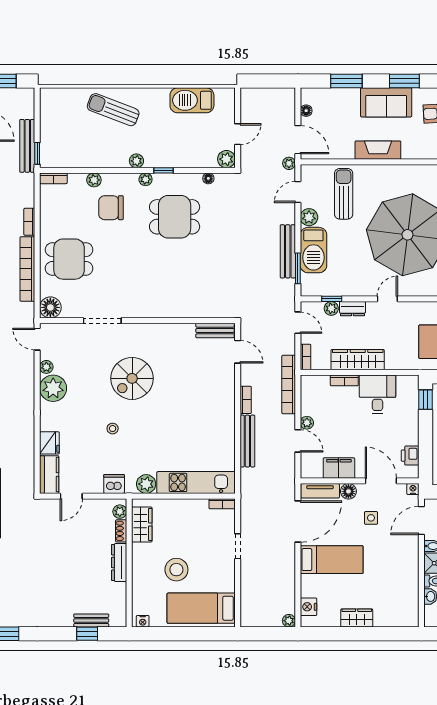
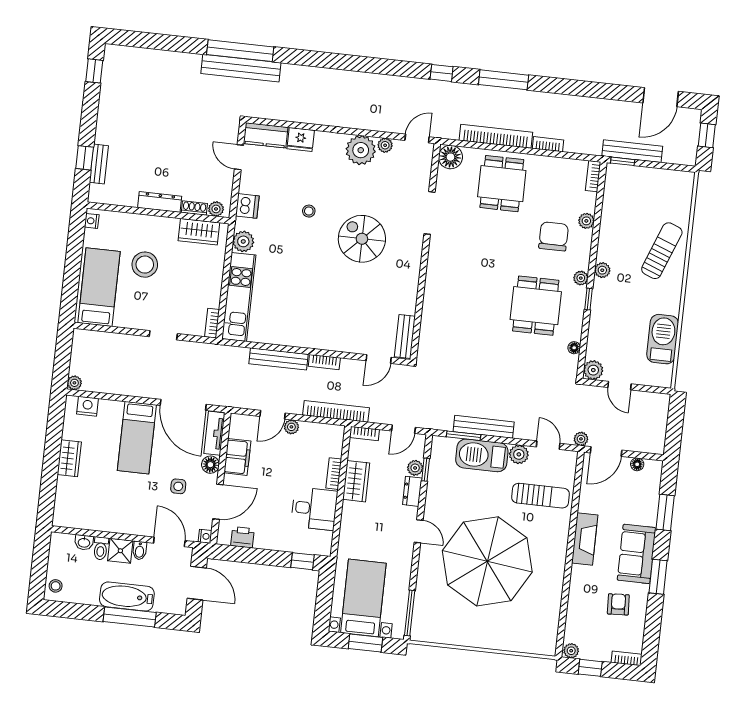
wardrobe: (358, 360) -> (356, 481), width x0.67

